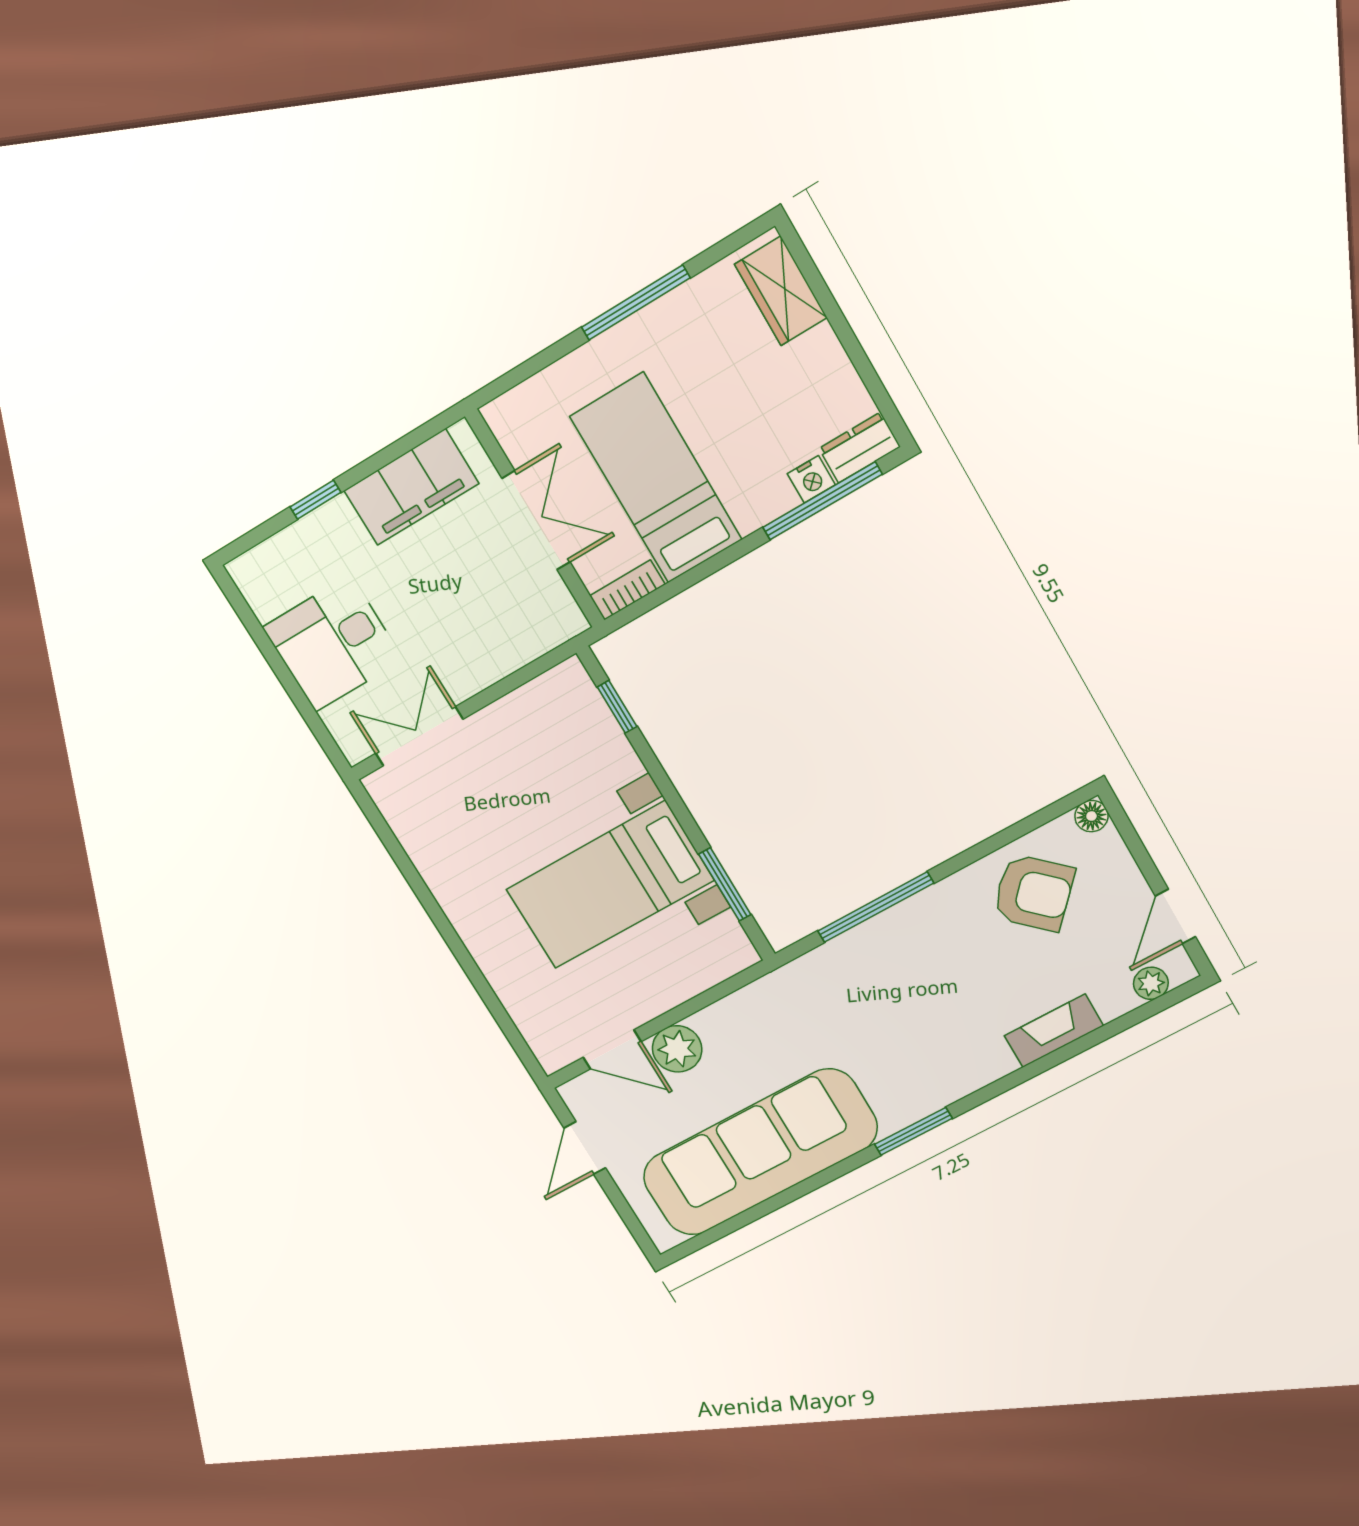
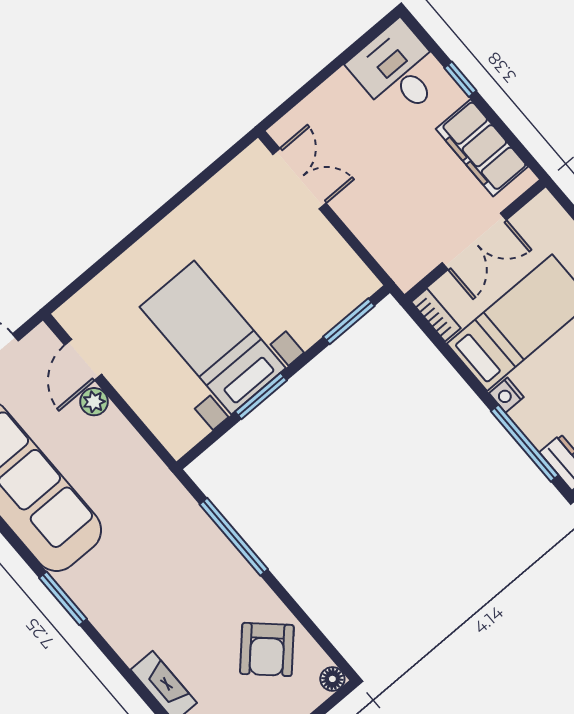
nightstand: (811, 479) -> (506, 395), moved
desk: (333, 643) -> (398, 71), moved
window: (617, 707) -> (349, 321), width x1.50
window: (725, 884) -> (261, 396), moved
plant: (677, 1049) -> (94, 402), width x0.73, depth x0.73

